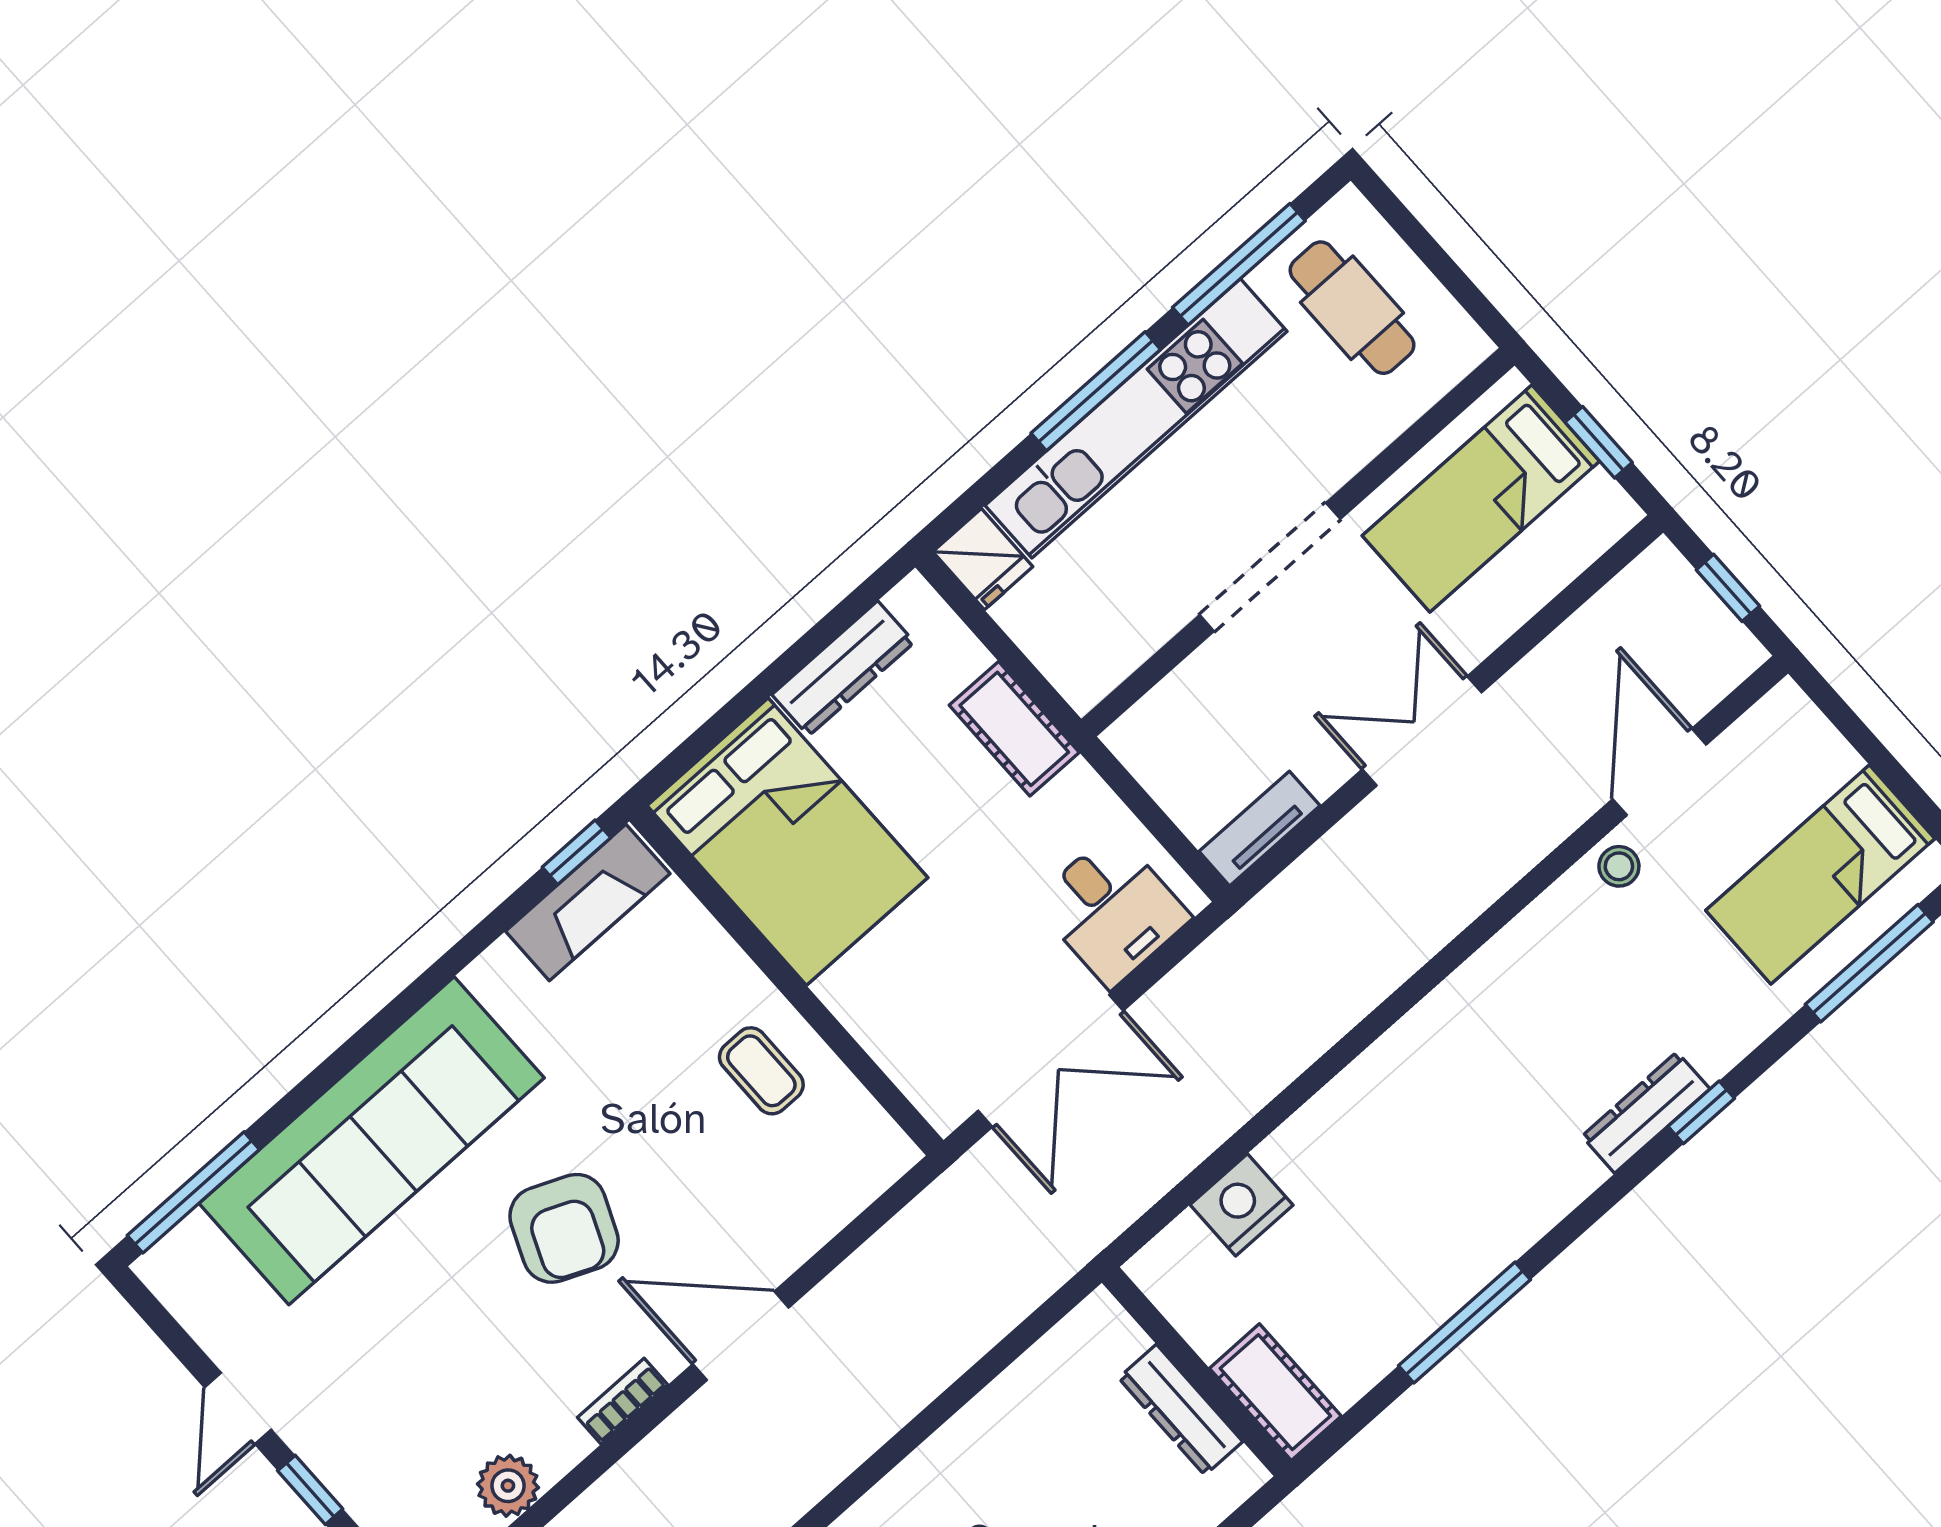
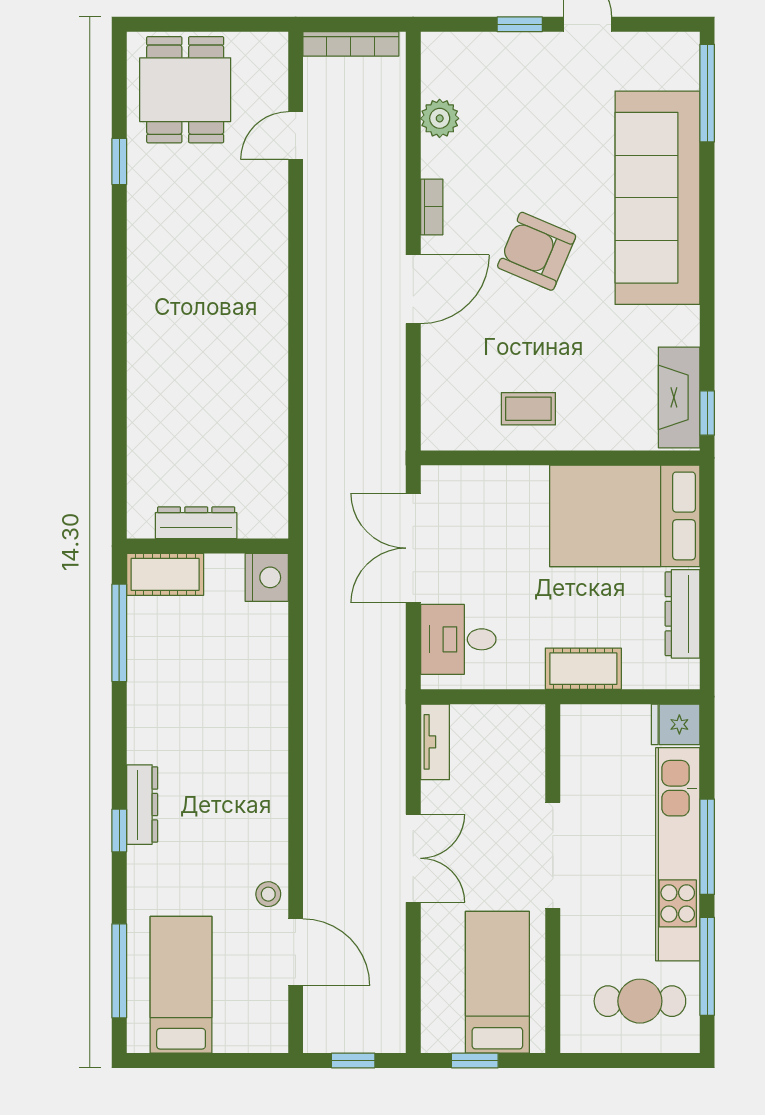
wall: (1197, 1372) -> (207, 546), moved
cot: (1275, 1392) -> (165, 574), moved
dresser: (1181, 1410) -> (196, 523), moved

